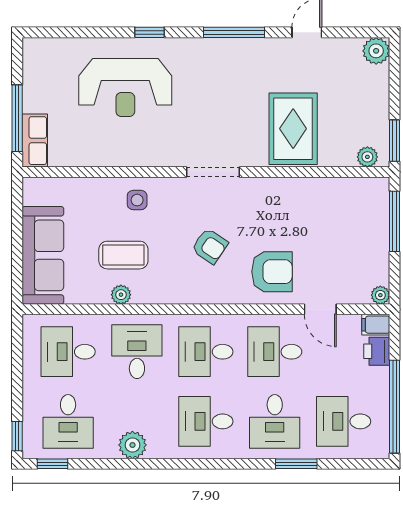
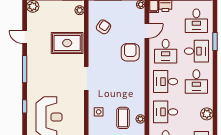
armchair: (210, 246) -> (104, 27), moved
desk: (206, 352) -> (166, 82), turned 90

